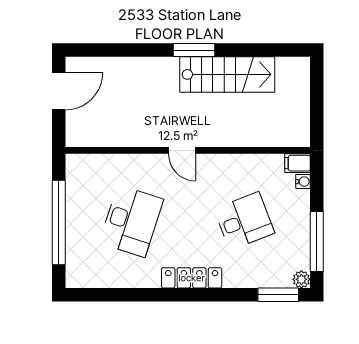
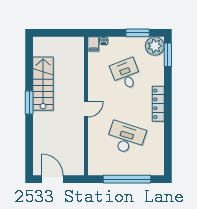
window: (317, 242) -> (138, 33), width x0.69
plant: (301, 279) -> (155, 46), width x1.88, depth x1.88

